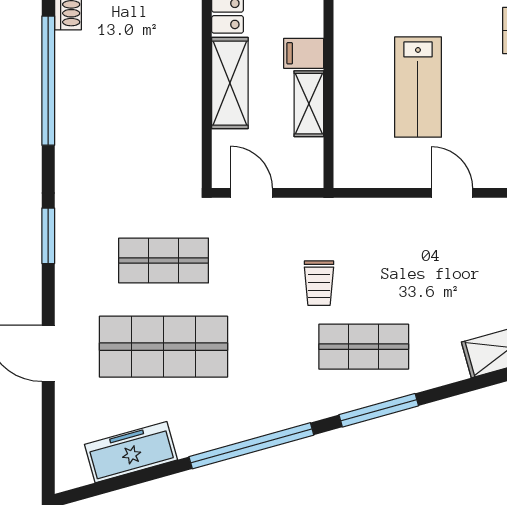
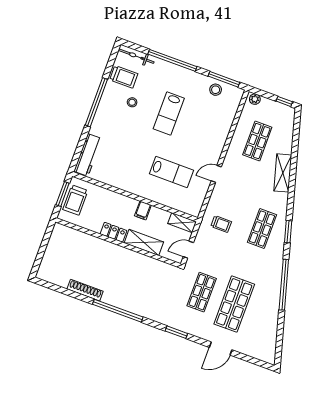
shelving: (309, 104) -> (182, 223), moved
trolley: (319, 283) -> (221, 224), moved
window: (379, 410) -> (288, 232), width x0.69
freezer: (131, 452) -> (269, 331), removed

